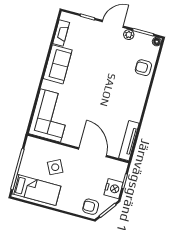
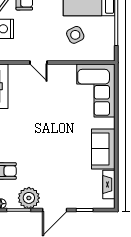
plant: (129, 35) -> (29, 198), width x1.88, depth x1.88
door: (93, 152) -> (38, 63), width x0.53

